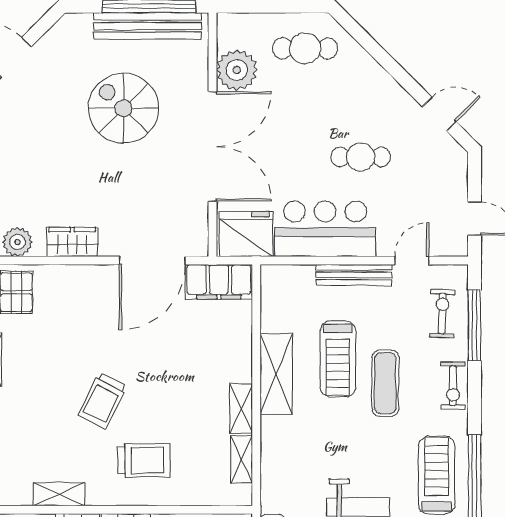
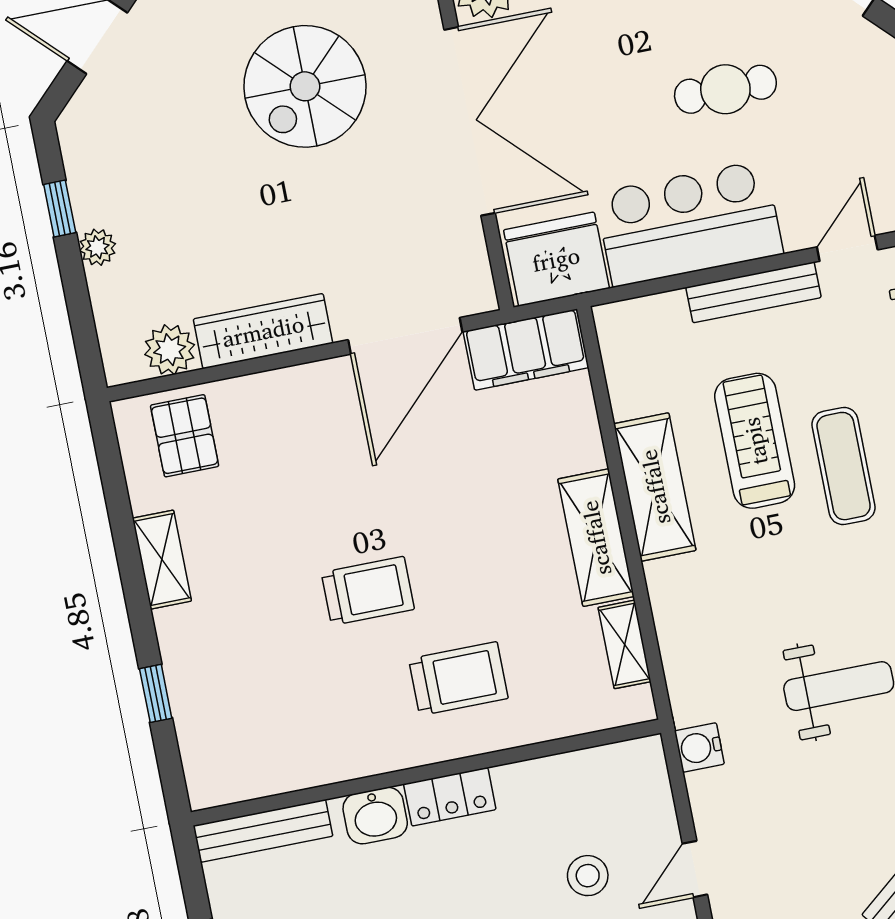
spiral stairs: (123, 108) -> (305, 86), turned -90
wardrobe: (72, 242) -> (263, 331), width x1.50
treadmill: (338, 359) -> (755, 441), turned 180
trolley: (102, 401) -> (368, 591), turned -117
shelving: (241, 408) -> (596, 538), width x1.50, depth x1.33
shelving: (59, 494) -> (325, 765), removed

